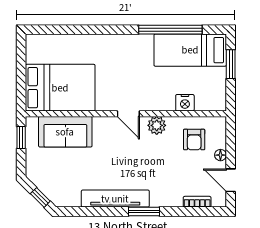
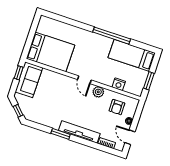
window: (170, 30) -> (112, 36), moved
window: (231, 64) -> (149, 81), moved
sofa: (65, 132) -> (29, 80), moved, turned -90
tv unit: (115, 199) -> (79, 132), moved
window: (144, 212) -> (61, 134), moved

